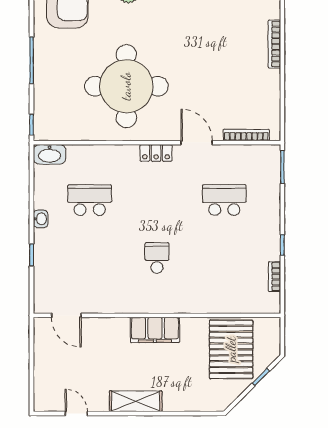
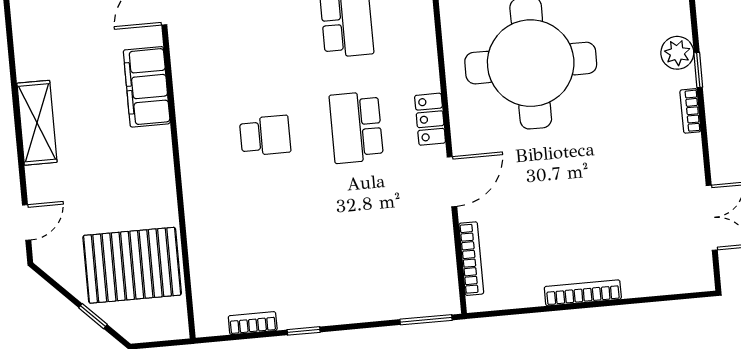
bookcase: (274, 44) -> (583, 293), moved
school desk: (224, 200) -> (356, 127), moved, turned 180
filing cabinet: (155, 330) -> (147, 87), moved
door: (76, 413) -> (27, 223), moved

